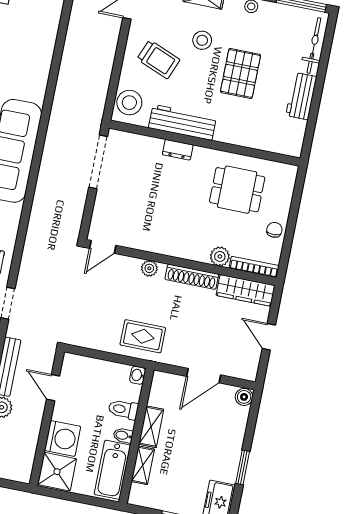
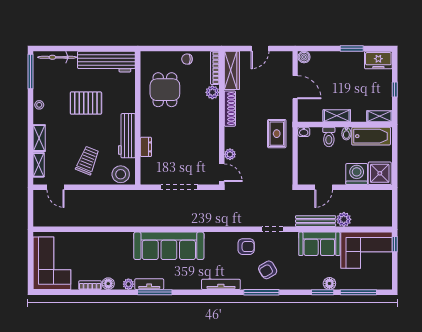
stool: (202, 40) -> (69, 133), removed
workbench: (301, 96) -> (106, 62), width x1.88, depth x1.32
dresser: (178, 150) -> (146, 147), moved
doorway: (98, 162) -> (179, 187), moved
plant: (149, 268) -> (230, 154), moved
shelving: (143, 465) -> (380, 116), moved

